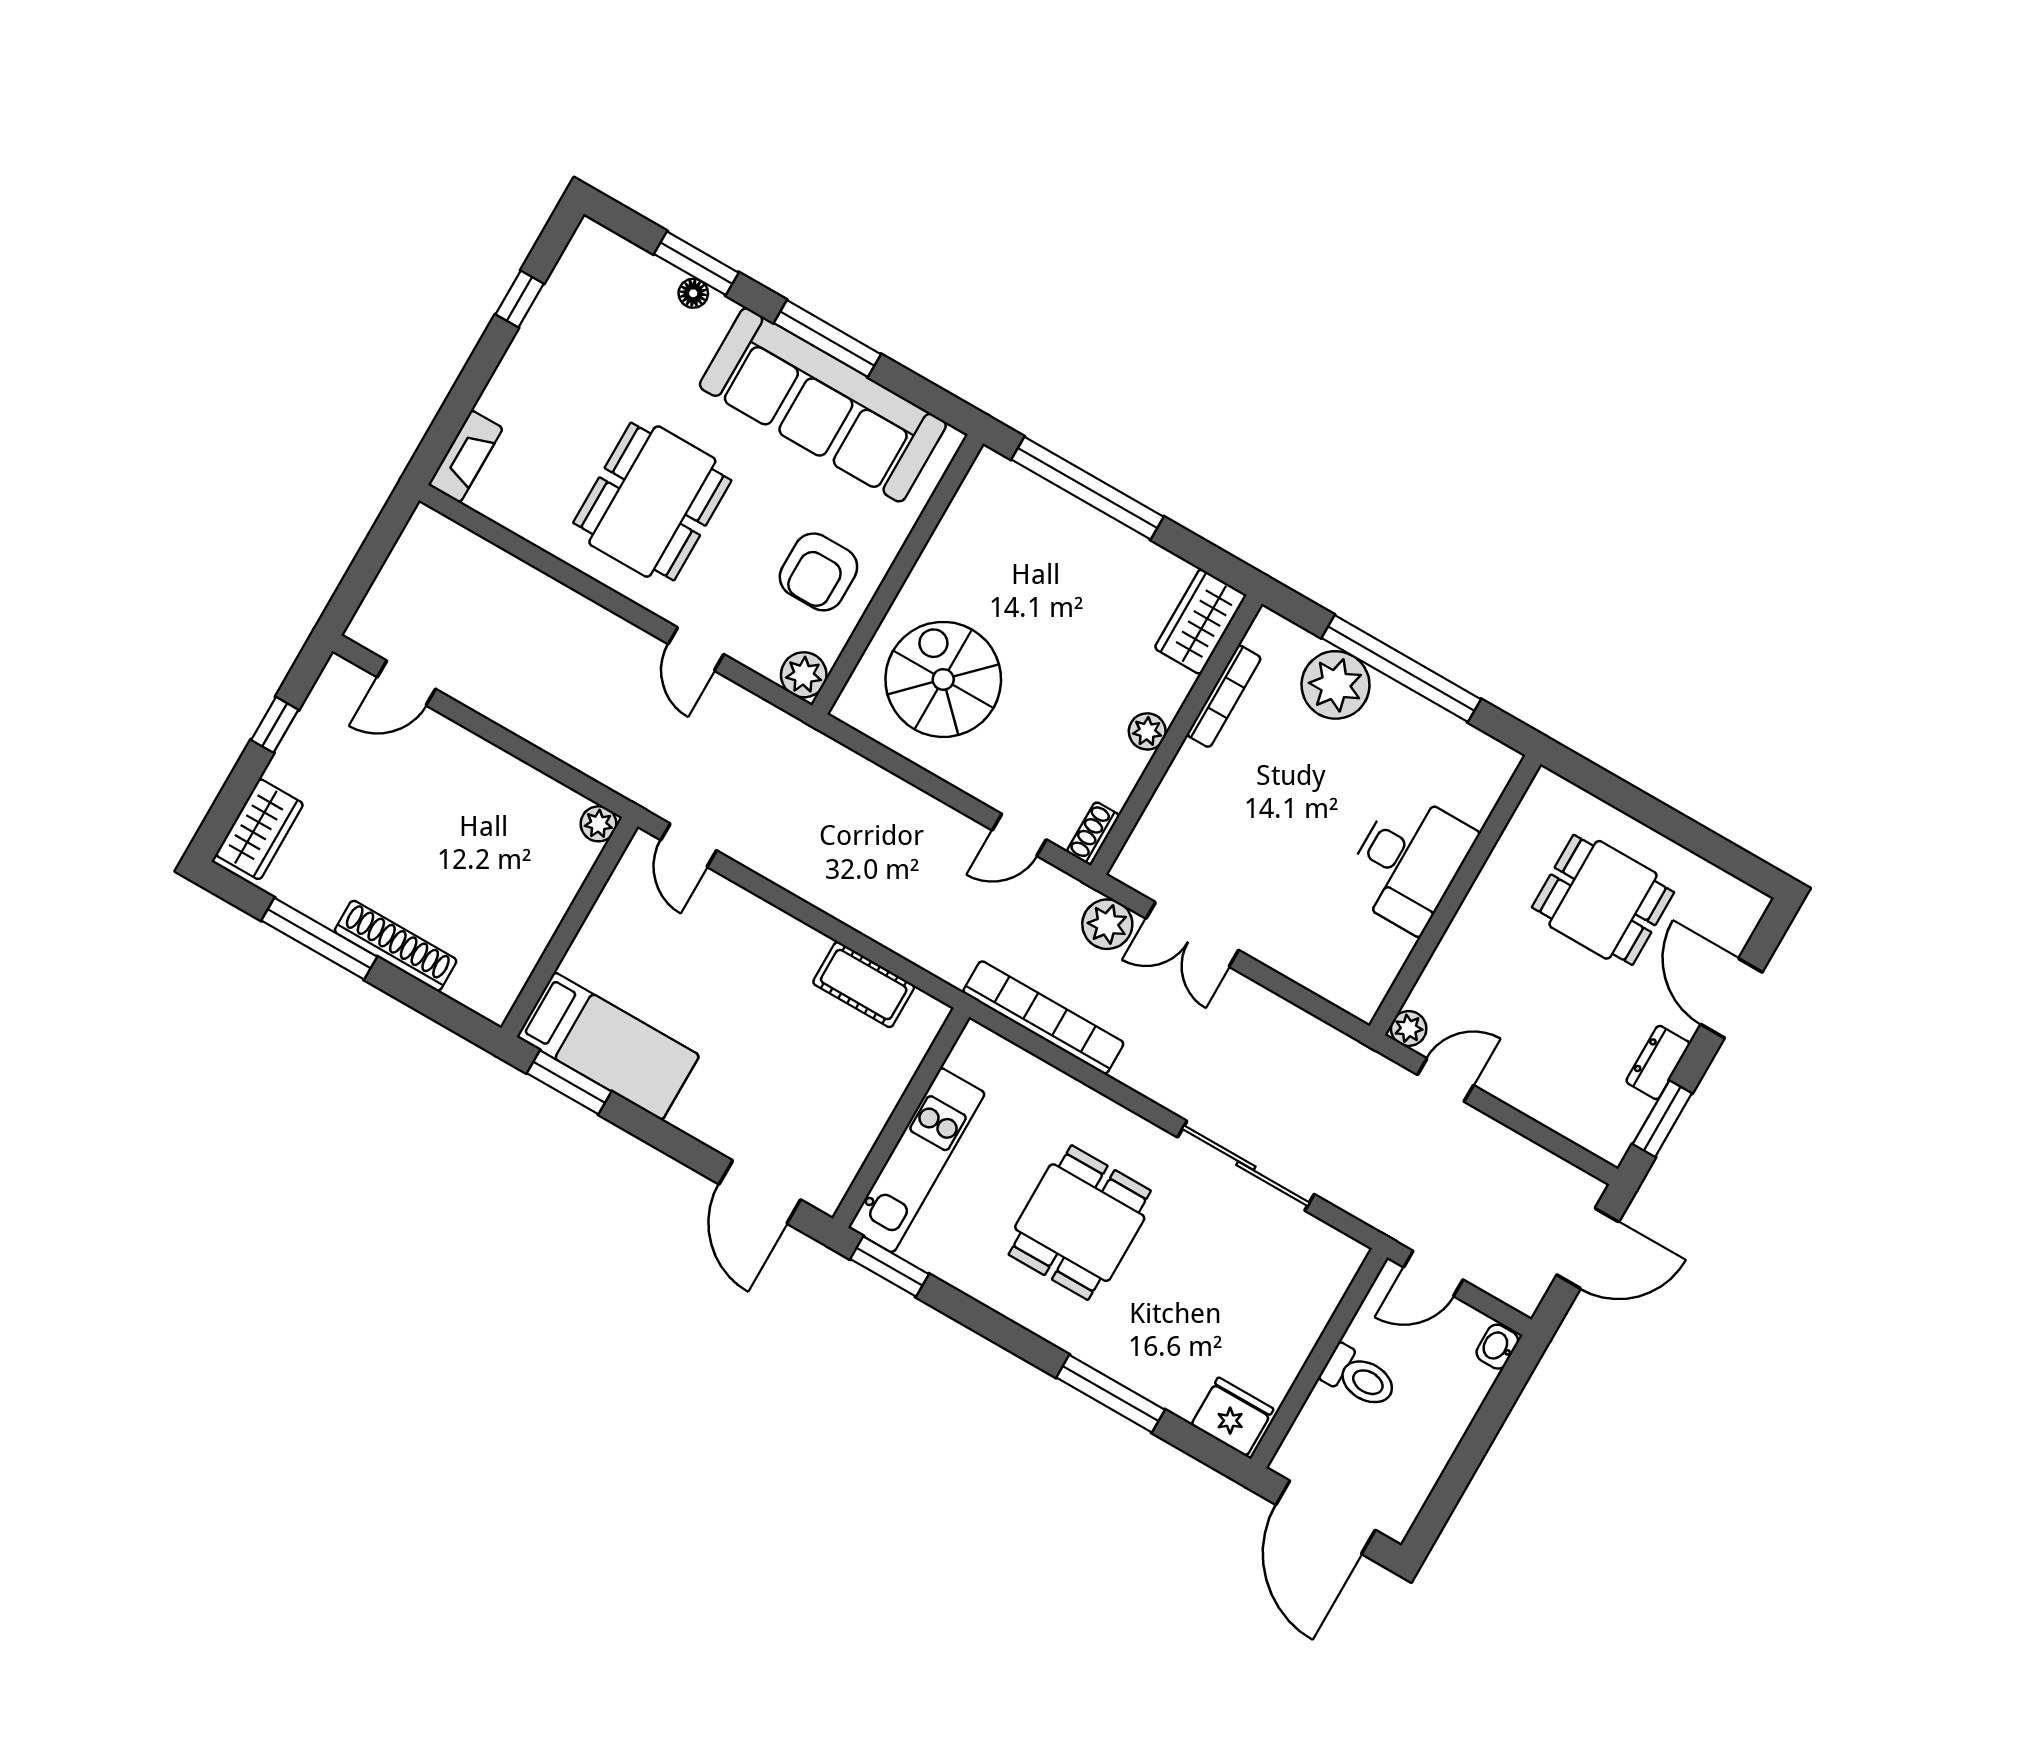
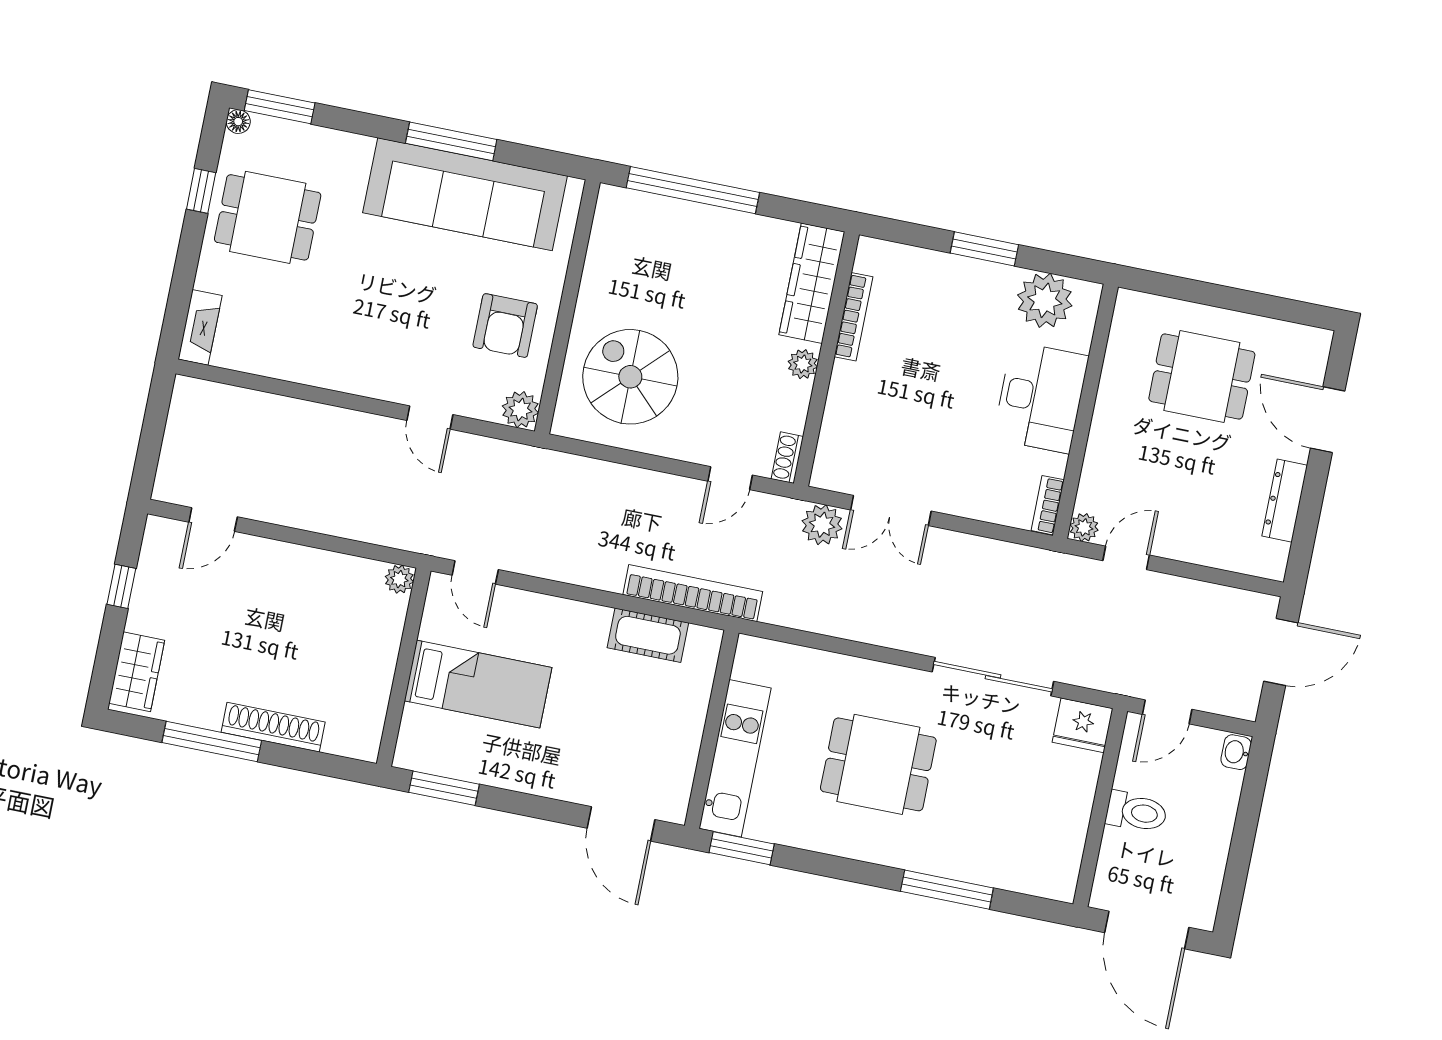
window: (696, 263) -> (280, 107), moved
floor lamp: (693, 293) -> (238, 122), moved
dining table: (652, 502) -> (268, 217), moved, width x0.73
wardrobe: (1200, 622) -> (812, 283), width x1.50
window: (1401, 669) -> (984, 249), width x0.47
plant: (1336, 685) -> (1045, 300), moved
bookcase: (1375, 989) -> (1048, 505), added
bookcase: (1043, 1017) -> (693, 593), moved
bed: (608, 1046) -> (478, 684), moved
dresser: (1658, 1062) -> (1285, 501), width x1.44
window: (1662, 1119) -> (1305, 531), removed
dining table: (1080, 1223) -> (878, 764), turned 90
fridge: (1232, 1417) -> (1083, 725), moved, turned 180

